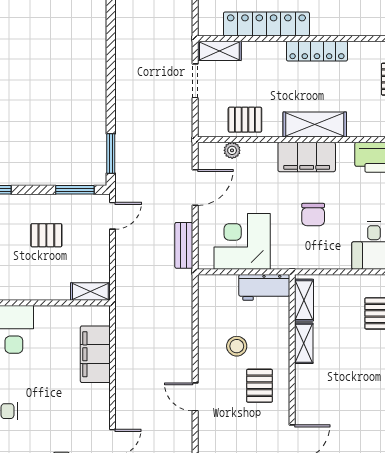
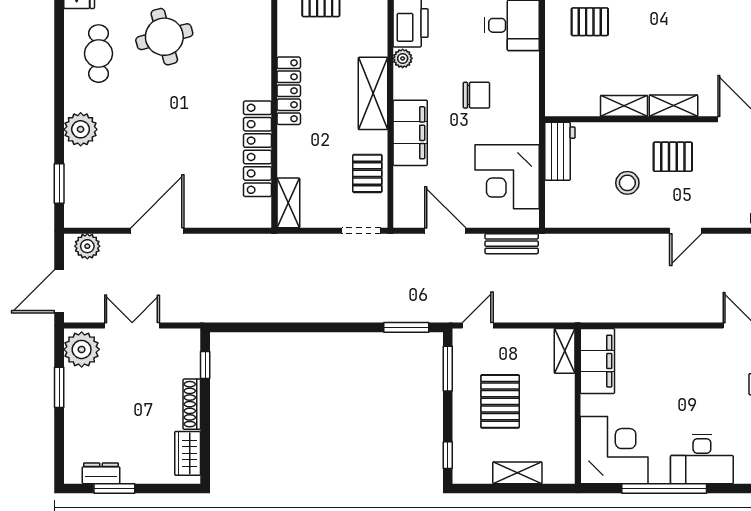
doorway: (195, 81) -> (361, 231), moved
plant: (232, 150) -> (403, 58), moved
filing cabinet: (307, 157) -> (410, 133), moved
door: (112, 216) -> (478, 325), hinge flipped
pallet: (46, 235) -> (500, 401), width x1.50, depth x1.42
shelving: (304, 300) -> (673, 106), moved
filing cabinet: (95, 354) -> (597, 361), moved, turned -90

